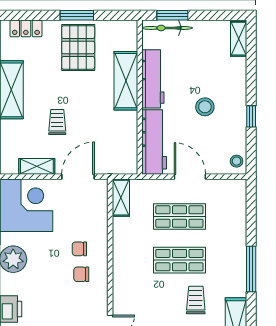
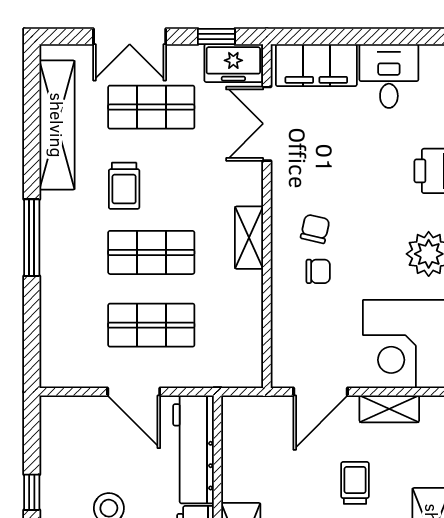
trolley: (57, 122) -> (355, 483), turned 180
stool: (237, 161) -> (56, 418), removed
shelving: (121, 198) -> (249, 238), moved
chair: (81, 274) -> (315, 229), turned -77

